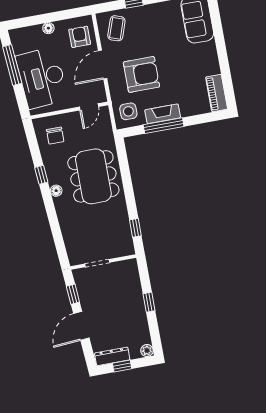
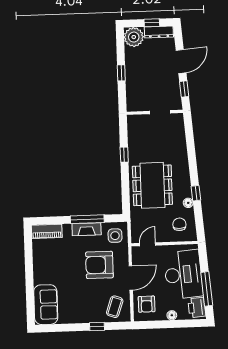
printer: (20, 42) -> (197, 308), added
piano: (217, 93) -> (47, 231), moved, turned 90
floor lamp: (56, 191) -> (188, 203), moved
window: (135, 228) -> (124, 155), moved
plant: (147, 350) -> (134, 37), width x1.87, depth x1.87

